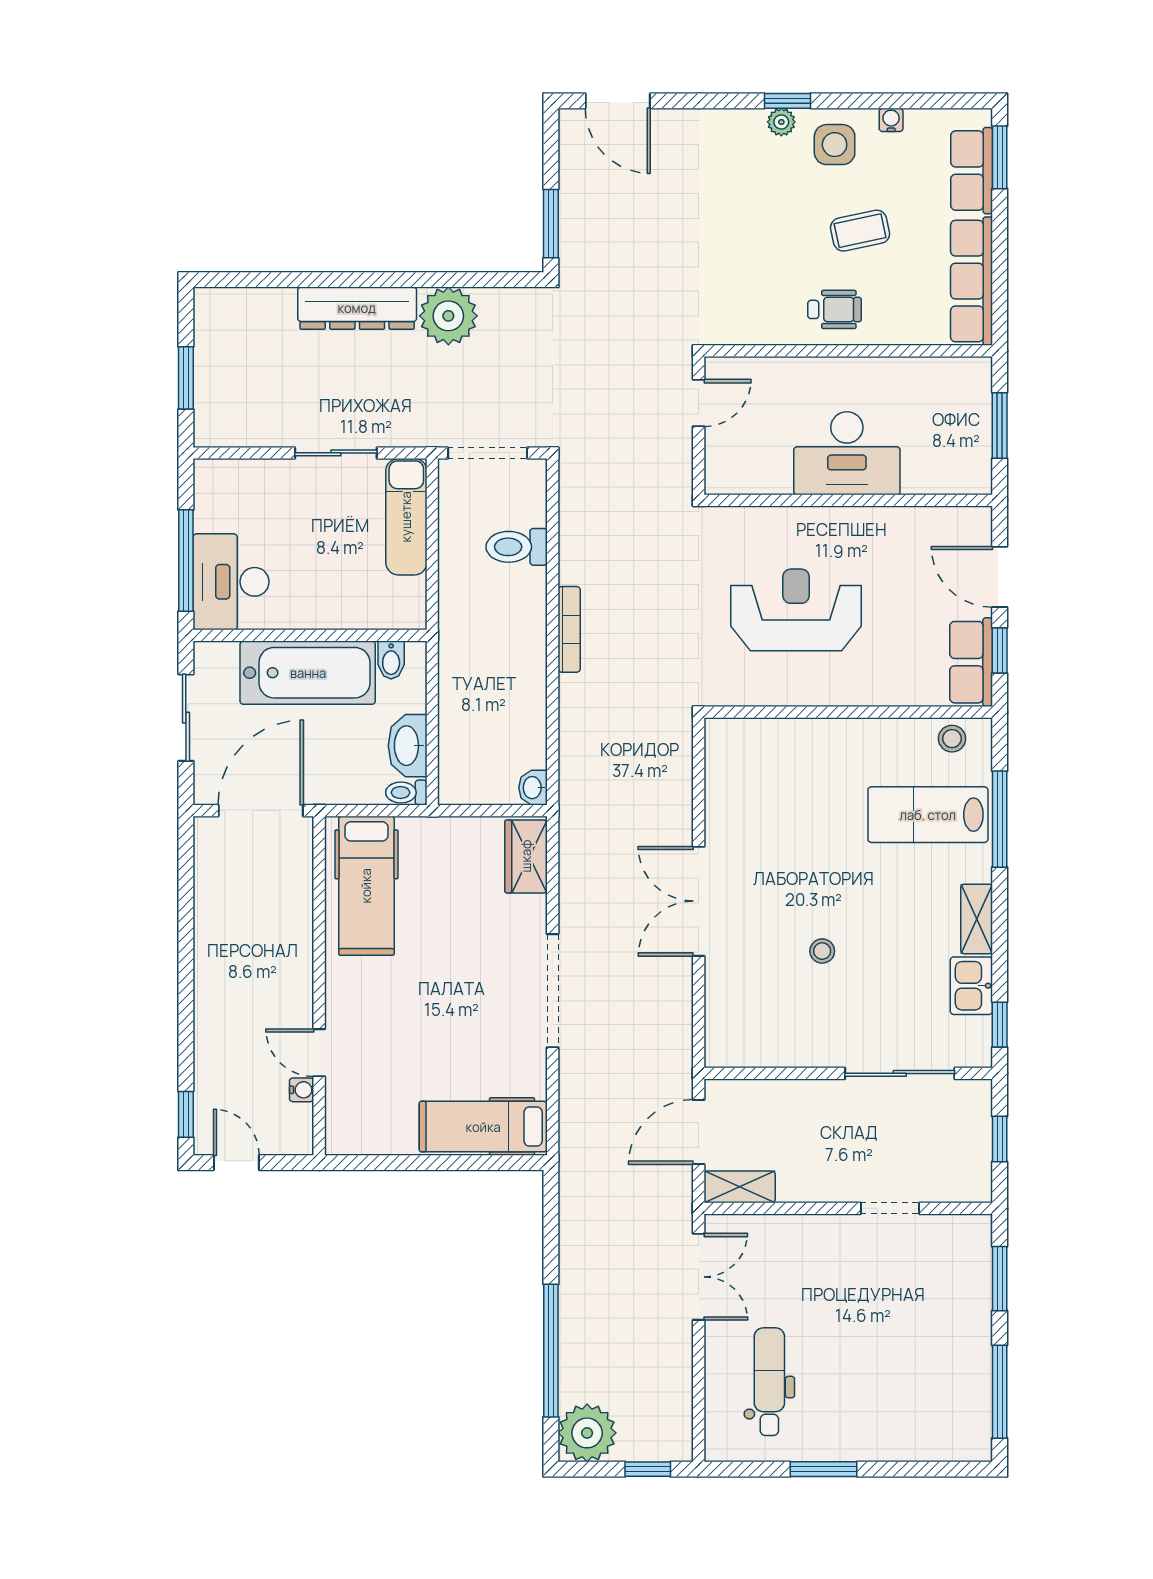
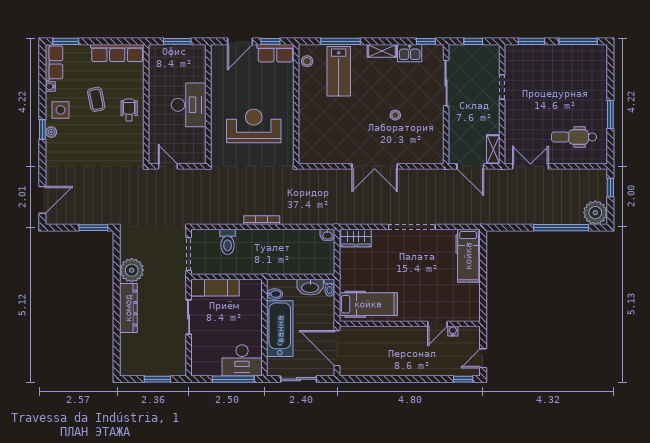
row of seats: (972, 171) -> (54, 62), moved, turned -90
reception desk: (796, 610) -> (254, 126), turned 90

